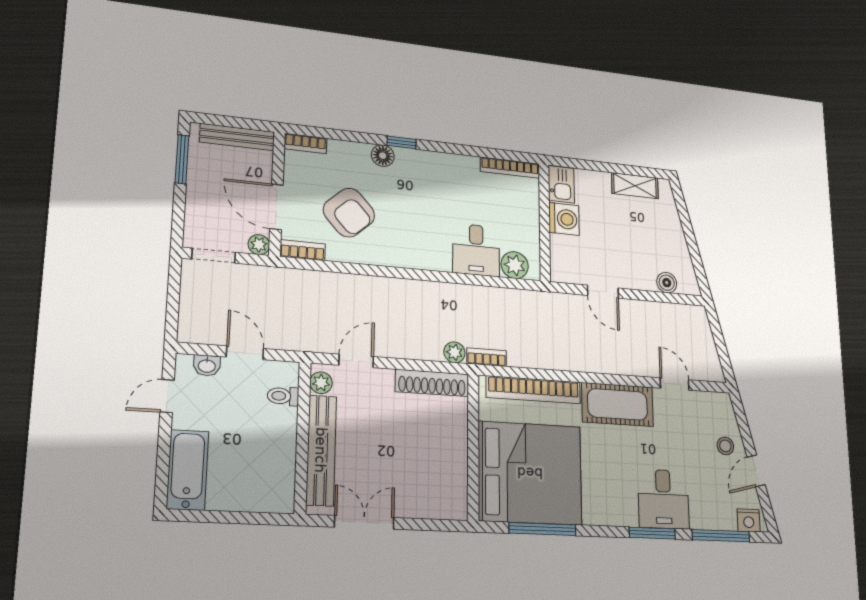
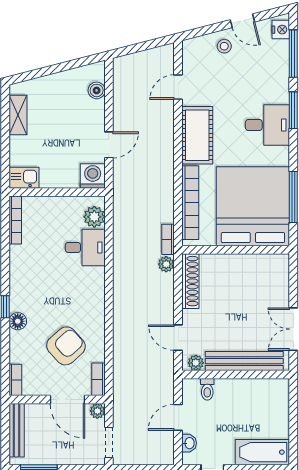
door: (276, 207) -> (67, 400), hinge flipped
washing machine: (564, 219) -> (93, 176), moved
desk: (663, 499) -> (267, 125), moved

